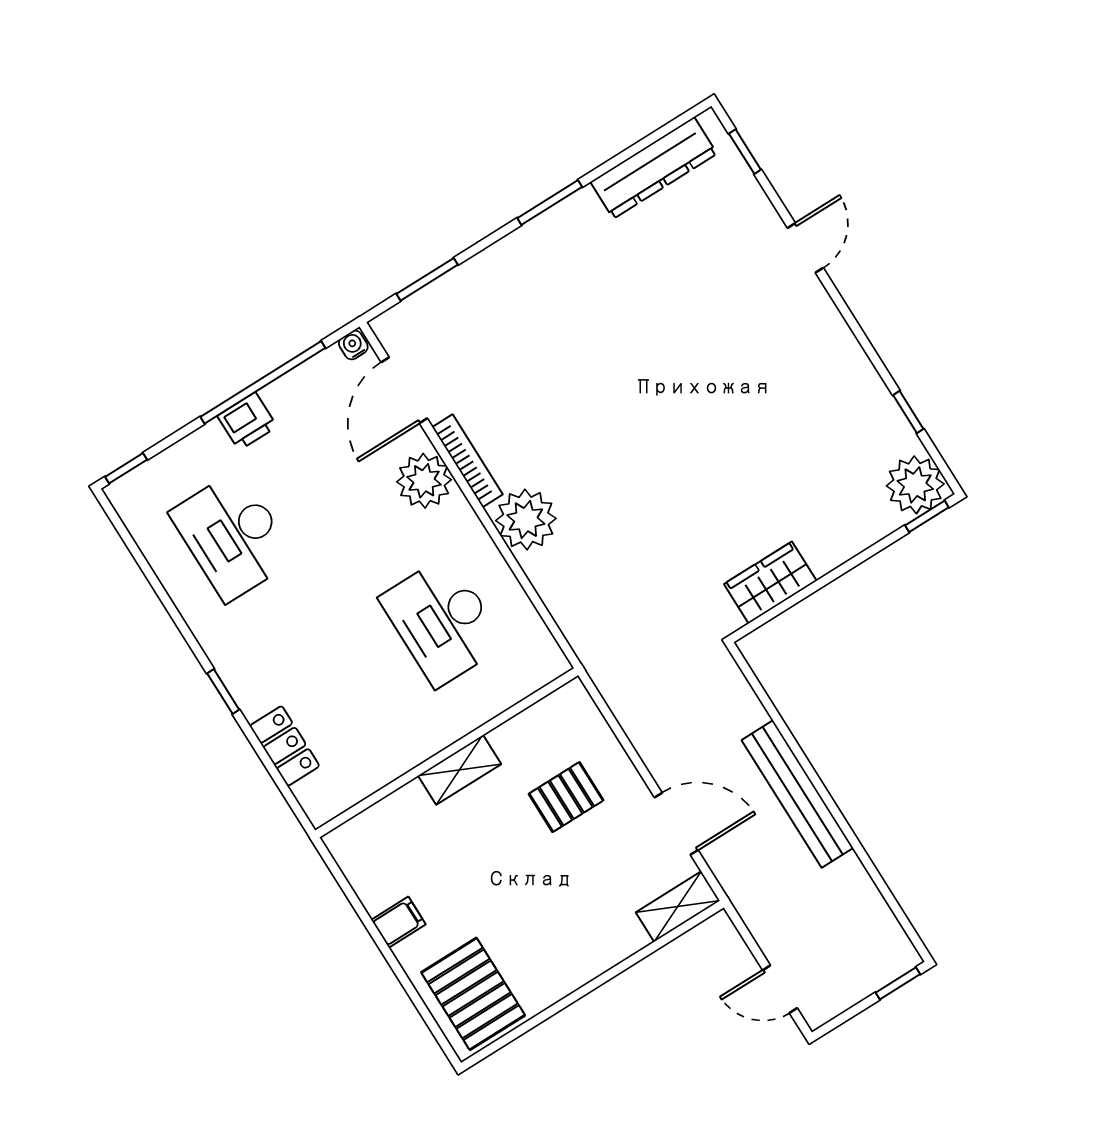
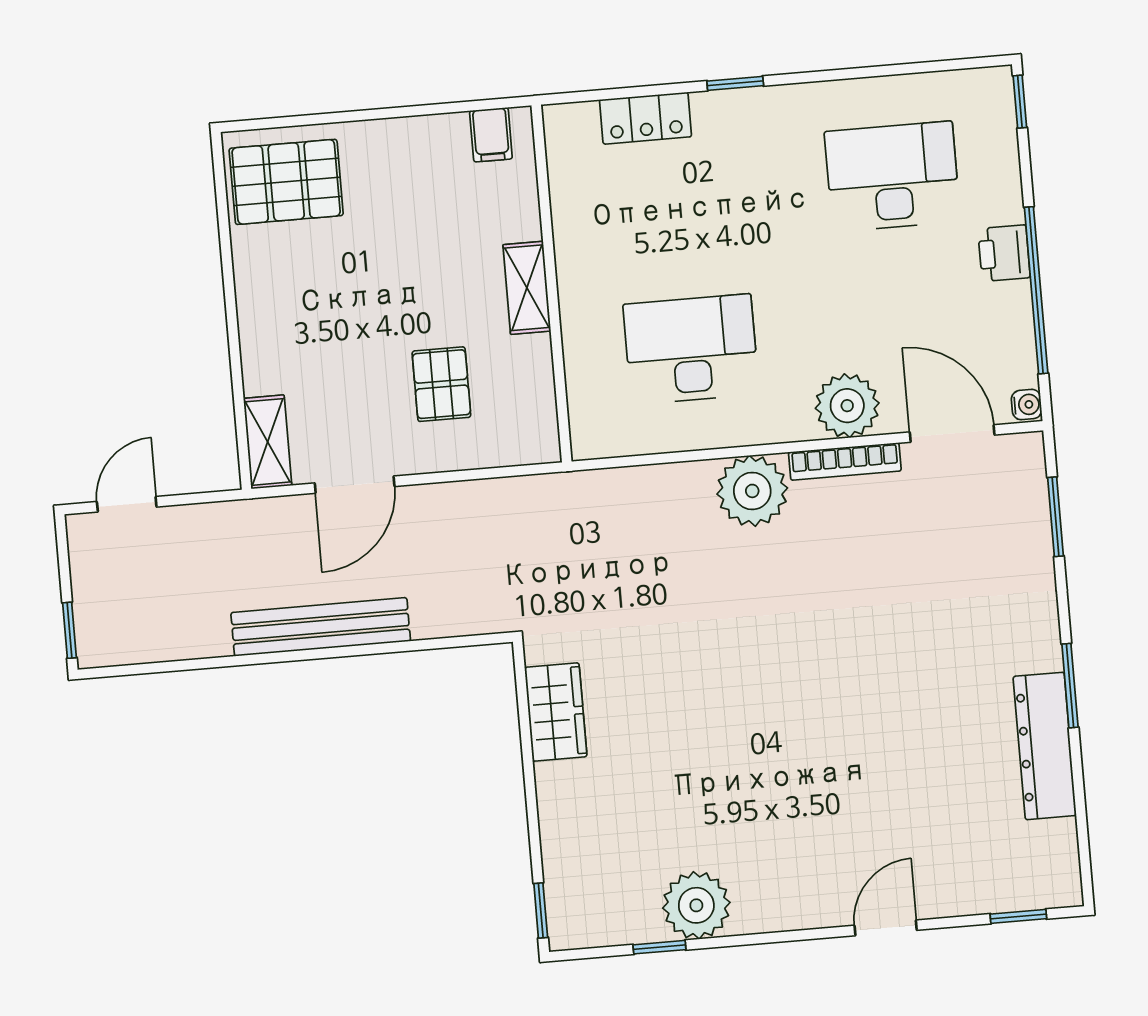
dresser: (654, 168) -> (1045, 746), moved
door: (805, 248) -> (886, 928), swing flipped
plant: (915, 485) -> (696, 905), moved
filing cabinet: (398, 922) -> (491, 135), moved

